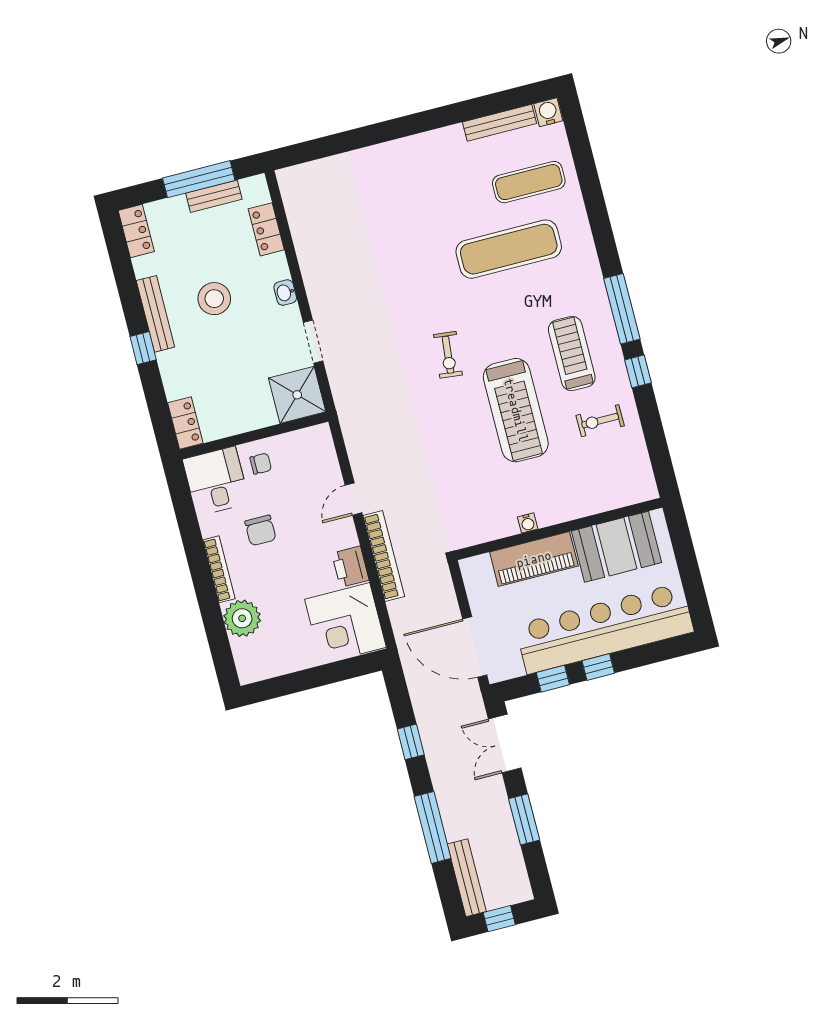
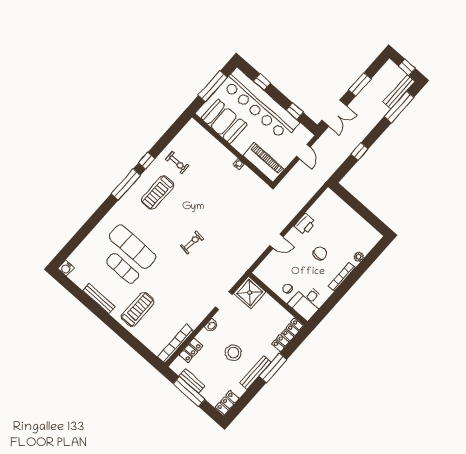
bench: (499, 123) -> (99, 299), moved
exercise mat: (529, 182) -> (123, 268), moved
window: (143, 348) -> (273, 368), width x2.17
treadmill: (516, 410) -> (138, 309), moved, width x0.73, depth x0.73
locker: (185, 423) -> (288, 335), width x1.53
chair: (260, 530) -> (320, 253), moved
bookcase: (384, 556) -> (175, 344), moved
piano: (534, 559) -> (263, 162), moved
window: (689, 568) -> (213, 86), added
plant: (242, 618) -> (359, 257), width x0.53, depth x0.53
corner desk: (345, 623) -> (329, 211), removed
door: (475, 647) -> (303, 152), width x0.53
window: (598, 667) -> (262, 82), moved
window: (433, 827) -> (399, 107), moved

